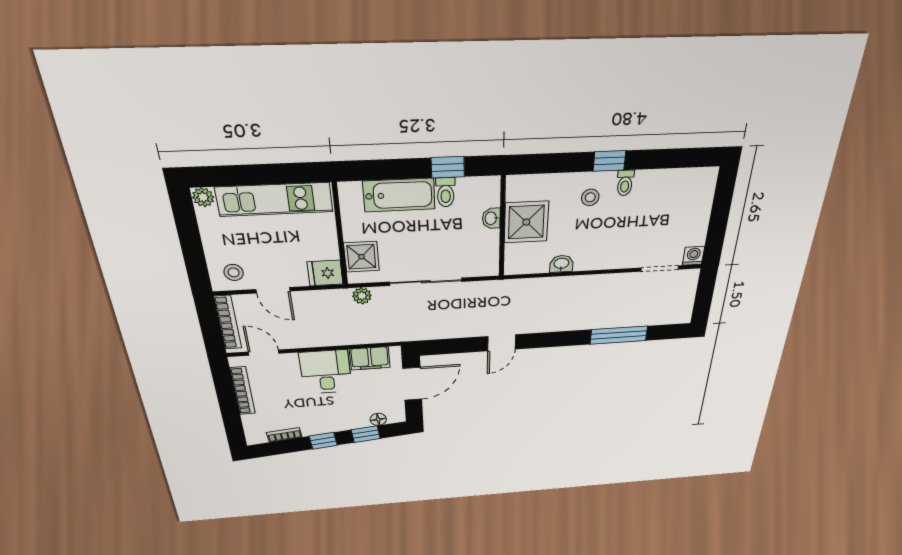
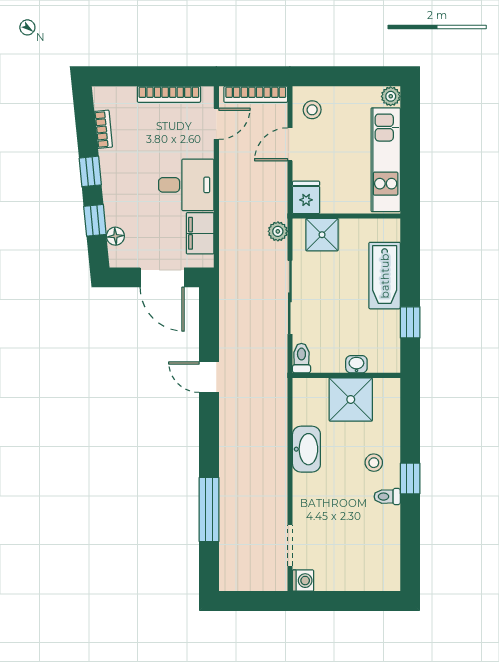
toilet: (446, 192) -> (301, 358), moved, turned 90
washbasin: (561, 264) -> (306, 449), width x1.91, depth x1.45

